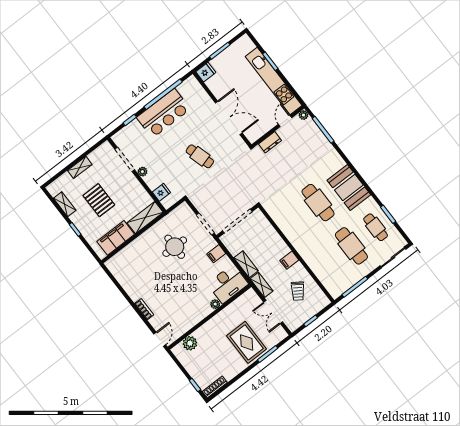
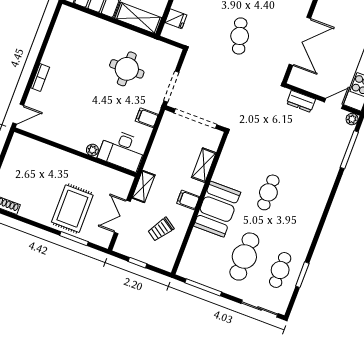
booth: (349, 187) -> (217, 209), moved
cafe table: (318, 203) -> (268, 192), width x0.73, depth x0.74
shelving: (246, 264) -> (204, 165), moved
plant: (190, 343) -> (34, 149), removed

